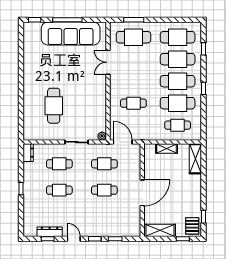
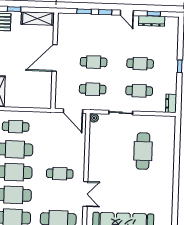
cafe table: (133, 103) -> (60, 174), moved
shelving: (167, 148) -> (28, 103), removed

